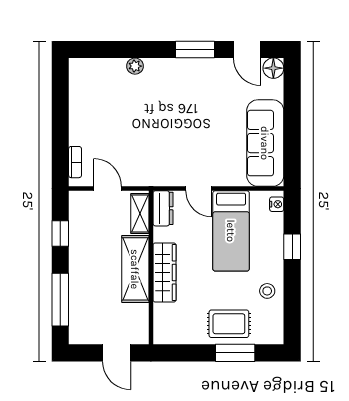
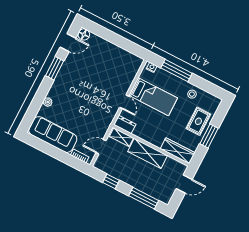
sofa: (265, 143) -> (53, 135), moved, turned 180
door: (199, 189) -> (124, 102), hinge flipped
window: (292, 247) -> (177, 71), width x2.17
wardrobe: (164, 272) -> (178, 151), moved
window: (235, 353) -> (209, 136), moved

